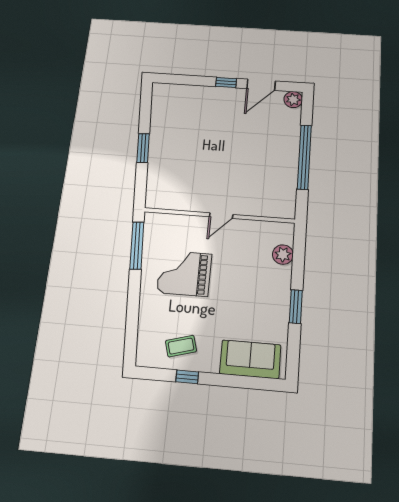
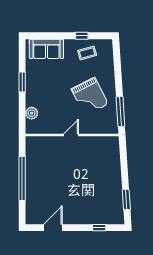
window: (226, 83) -> (99, 228), moved
plant: (293, 100) -> (31, 218), removed
window: (143, 148) -> (126, 200), moved
grand piano: (184, 273) -> (90, 97), turned 63

